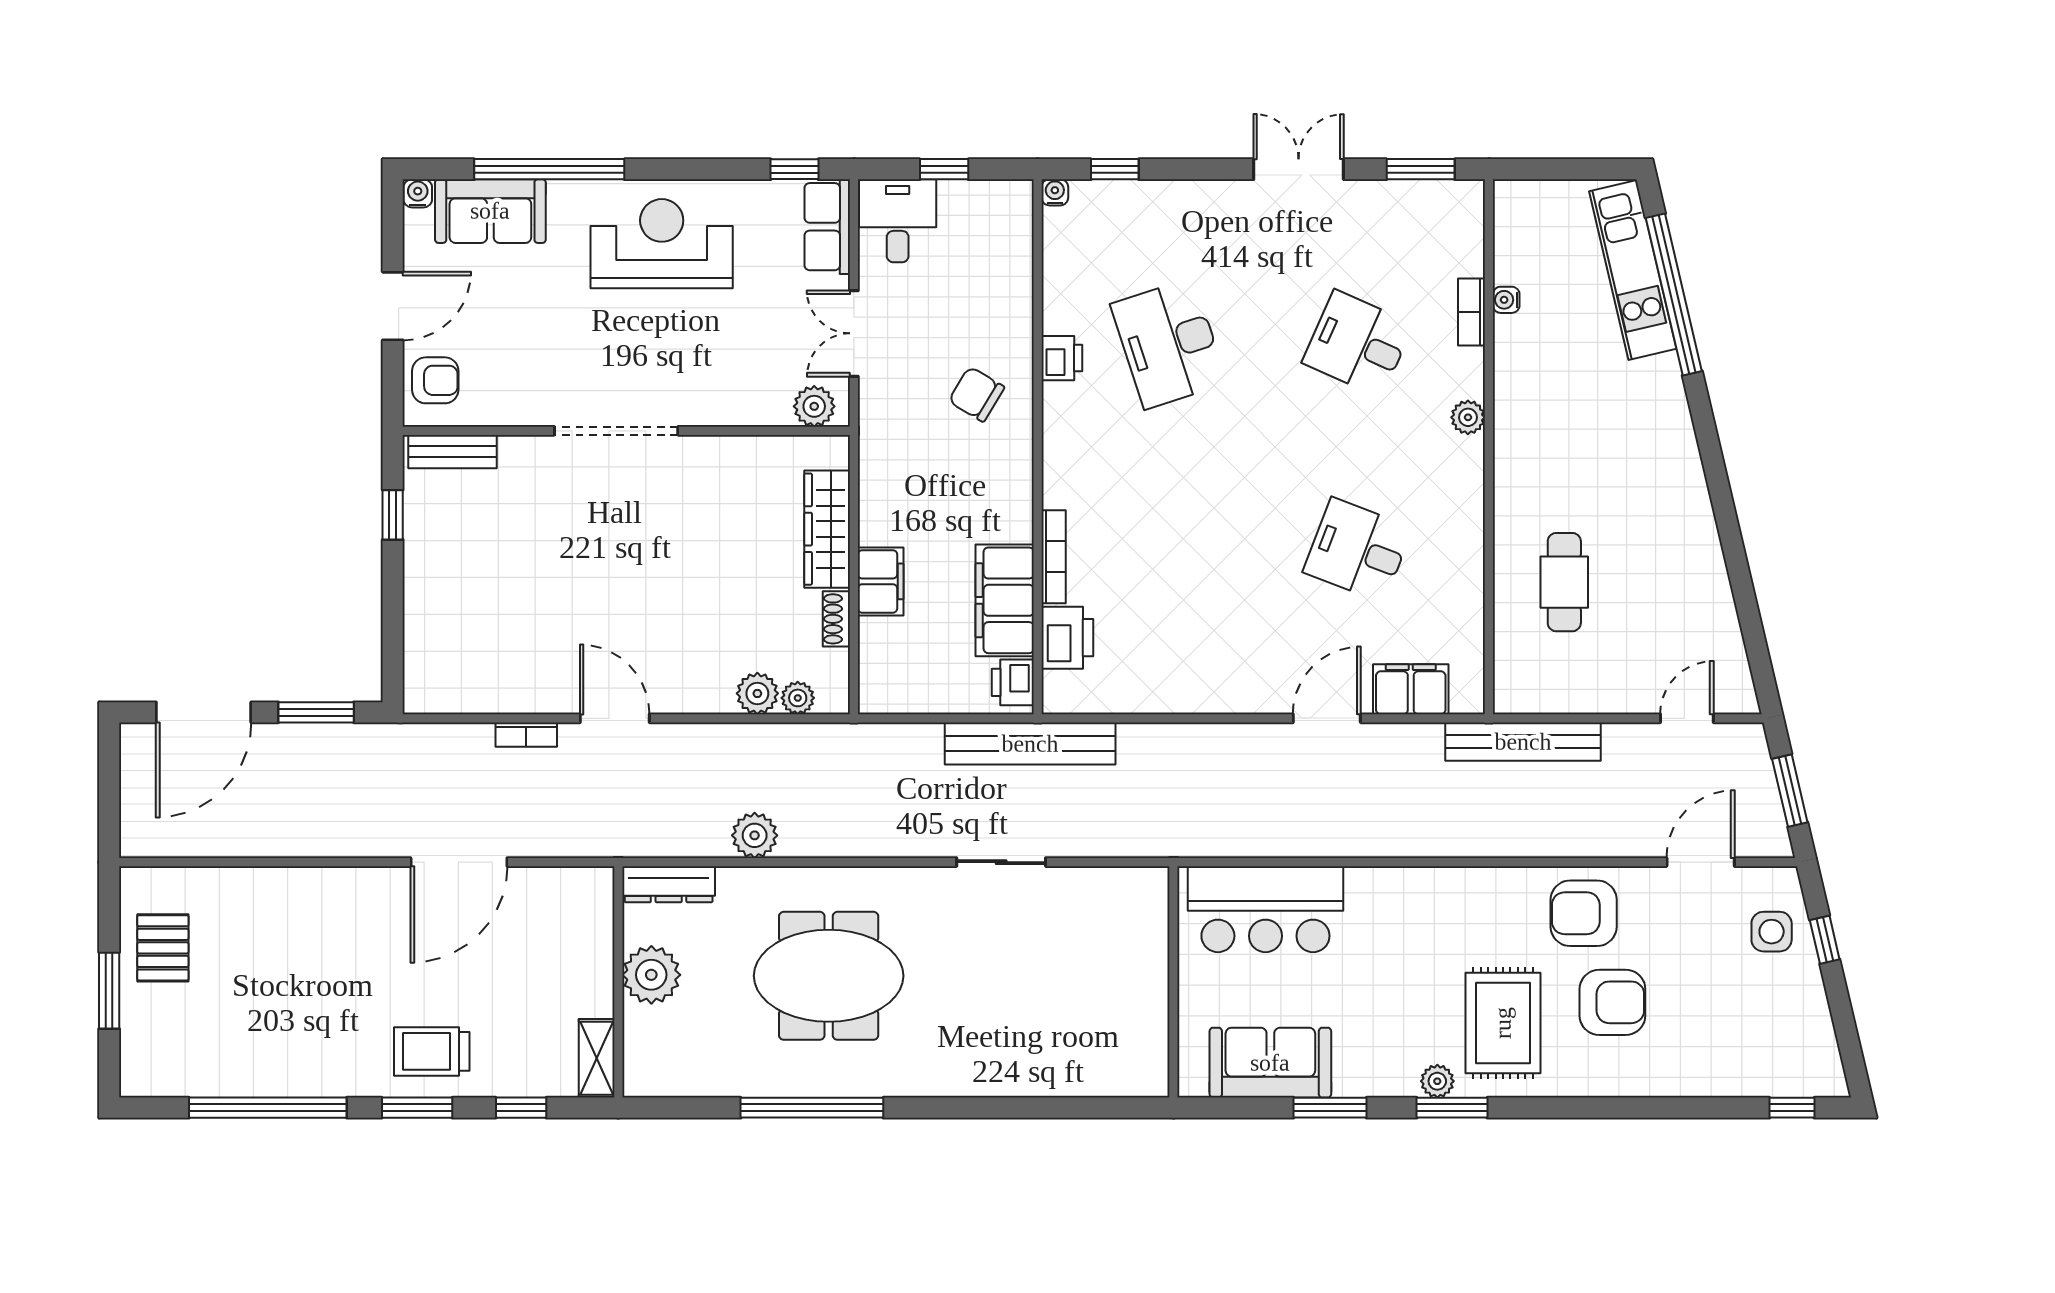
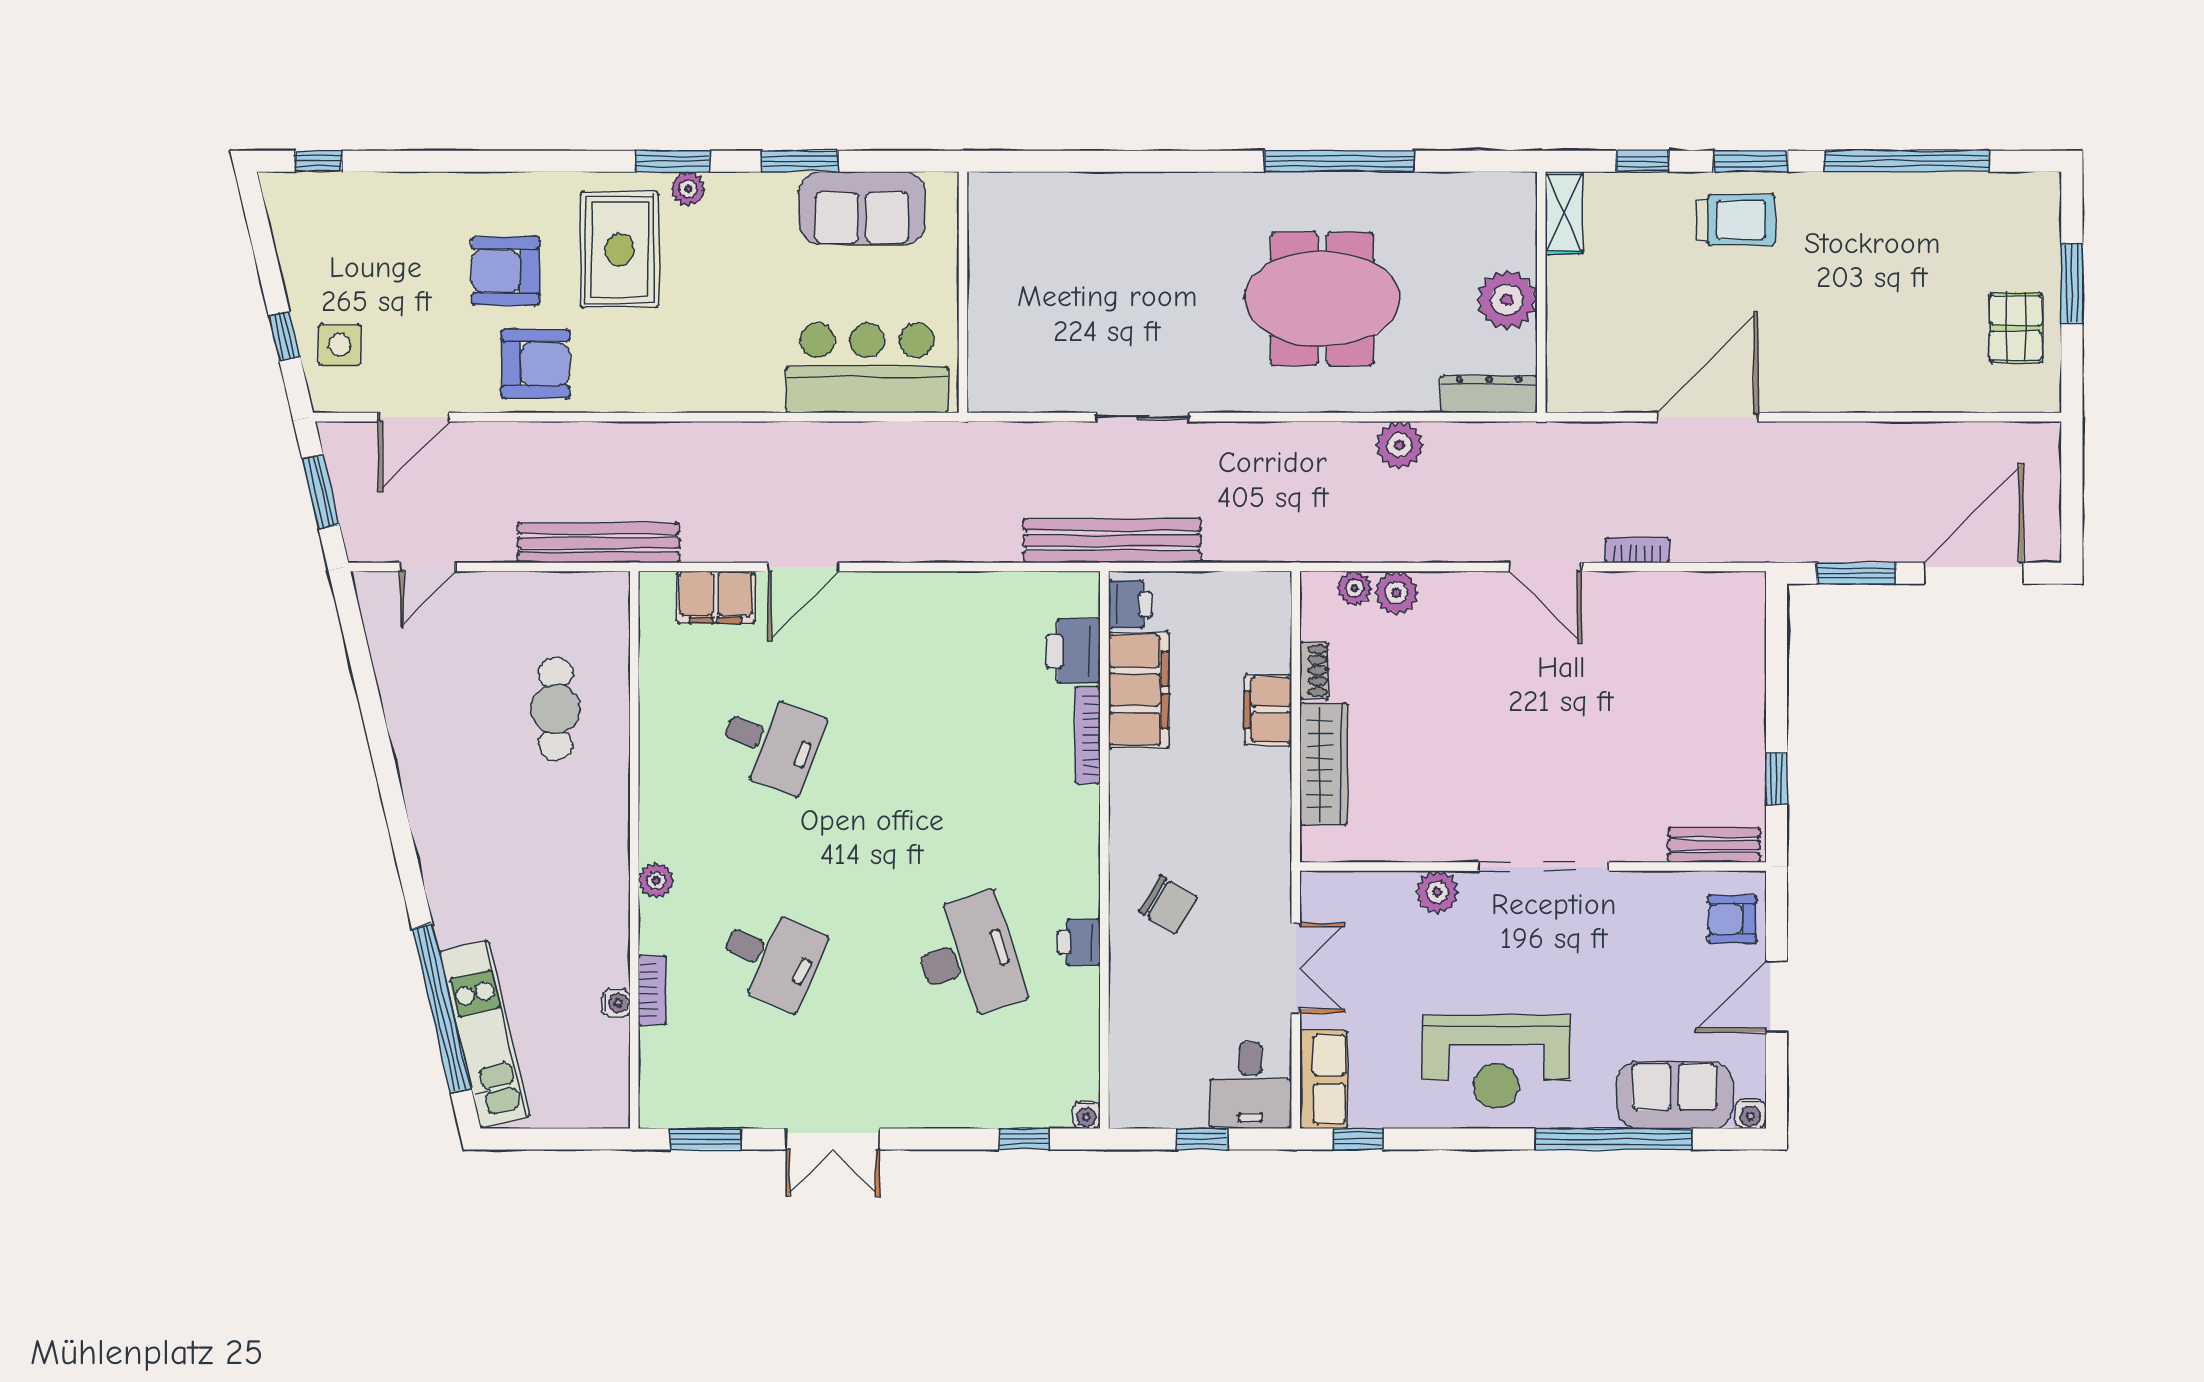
plant: (814, 406) -> (1437, 892), moved

